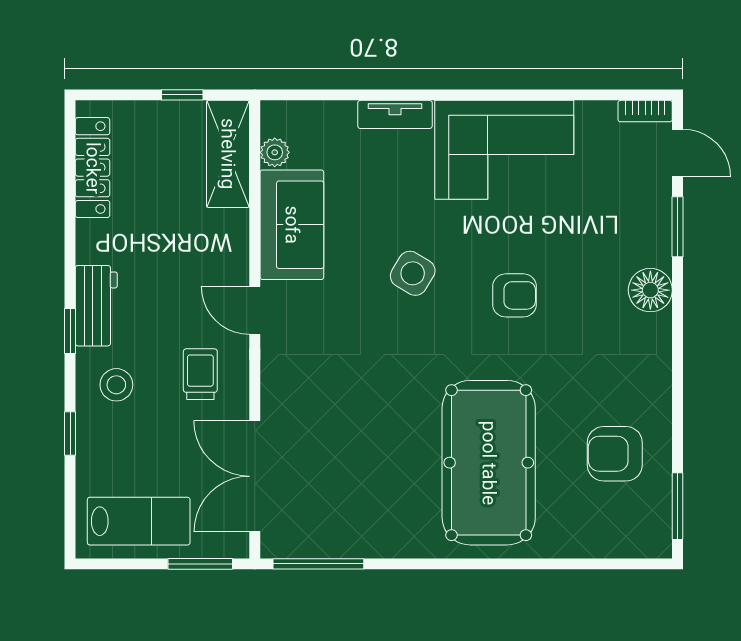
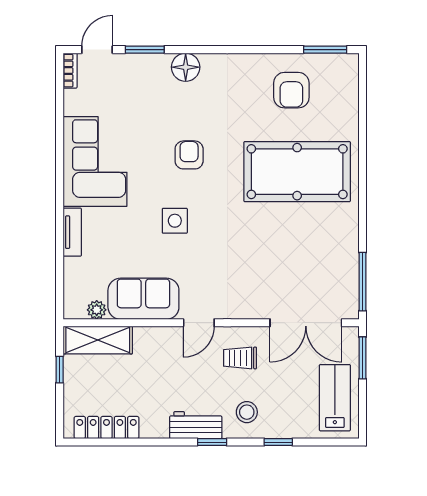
side table: (413, 273) -> (175, 221), turned -31

